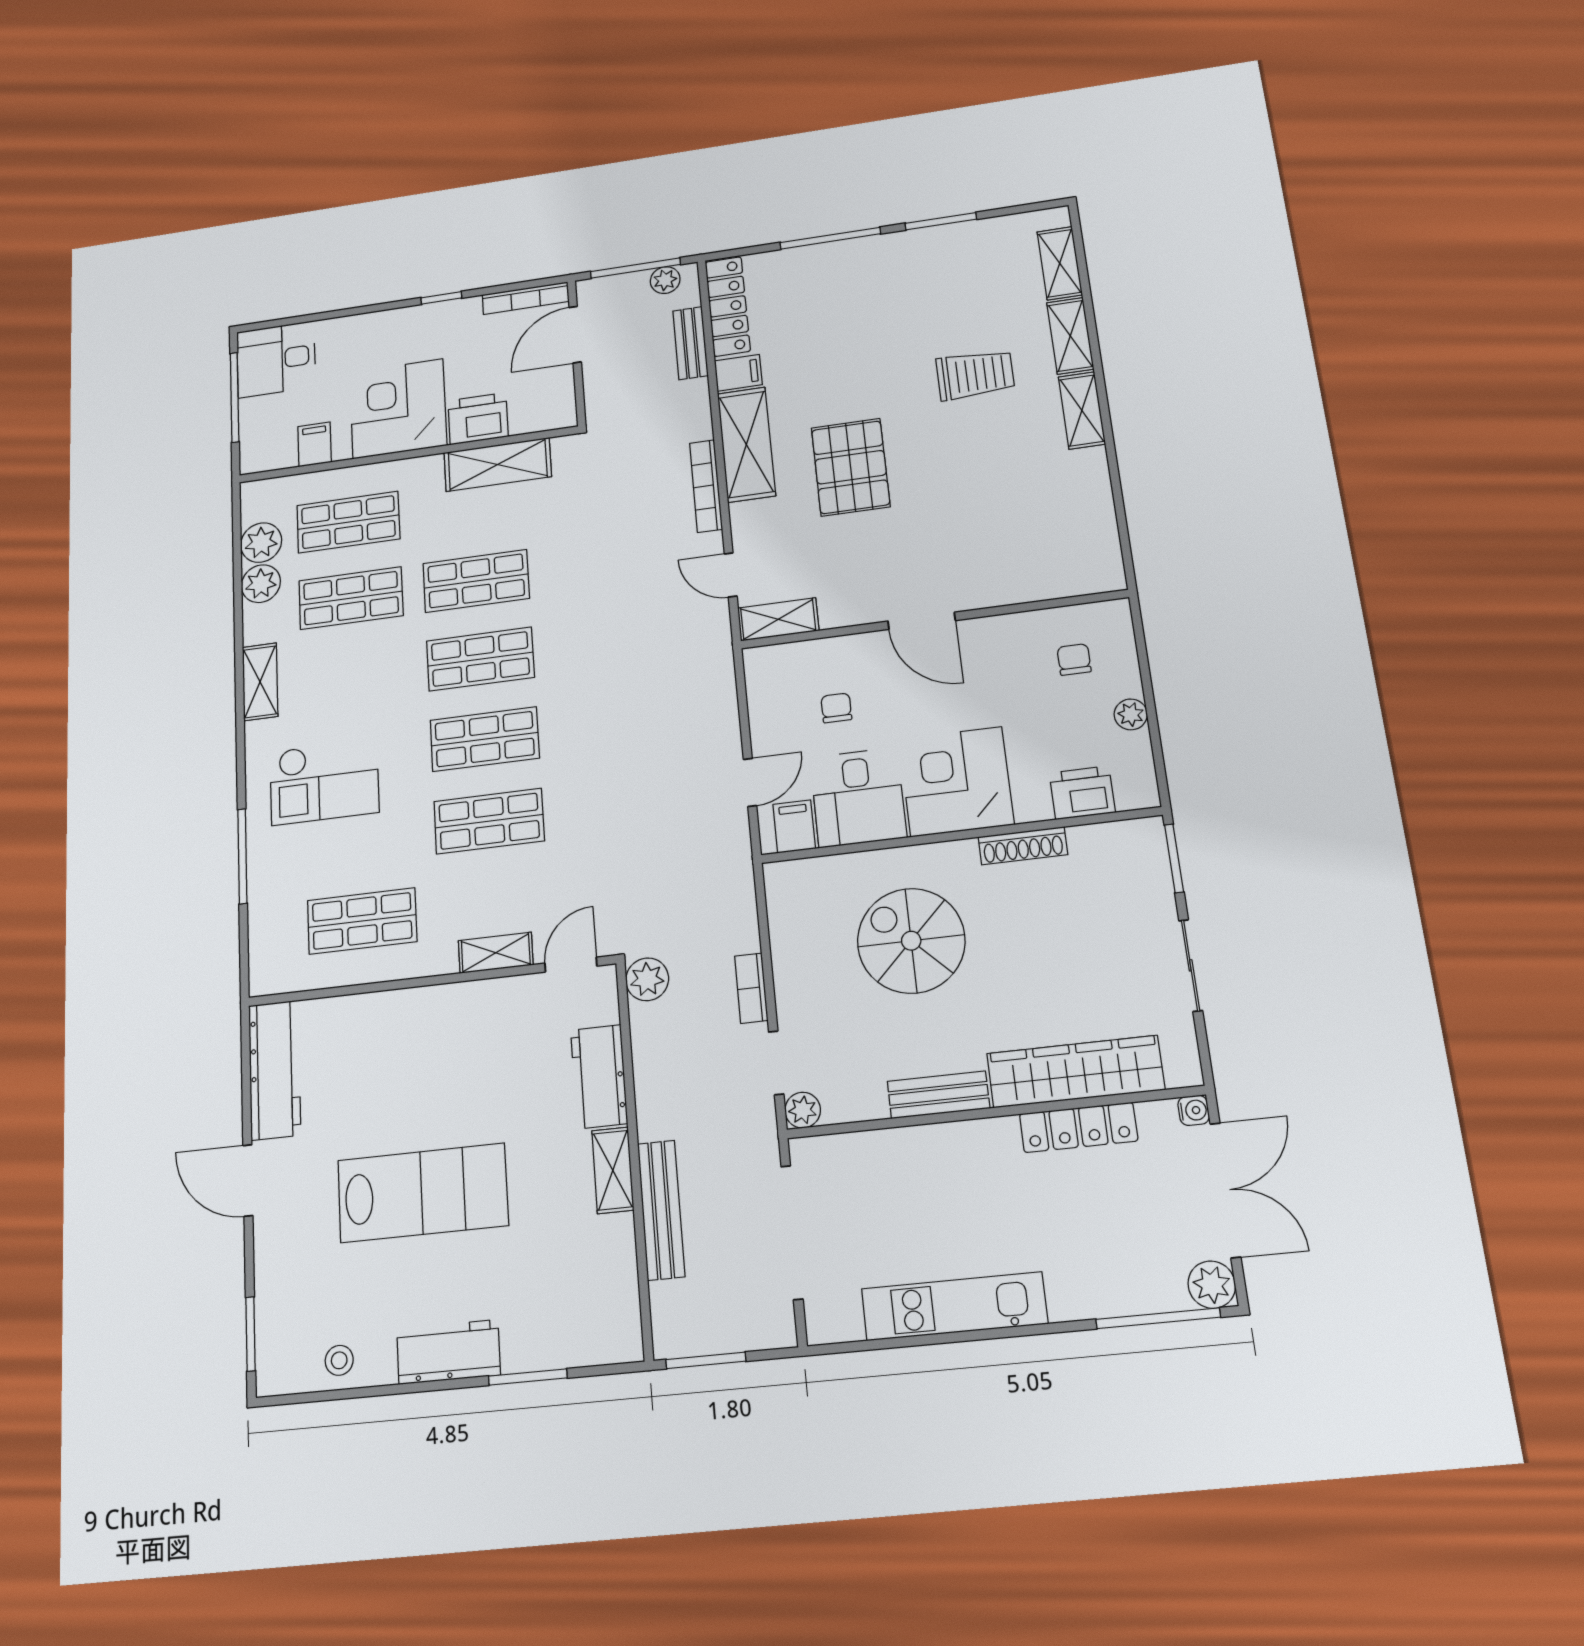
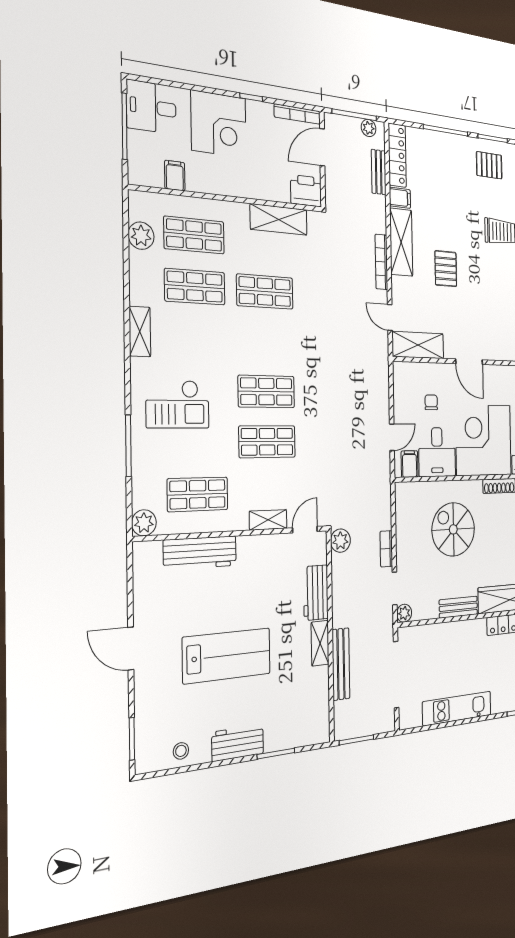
pallet: (937, 268) -> (489, 165), added
corner desk: (398, 409) -> (219, 124), moved, turned 180
printer: (478, 419) -> (306, 191), moved
pallet: (851, 467) -> (446, 269), width x0.67, depth x0.71
plant: (261, 584) -> (144, 523), moved
shelving: (778, 619) -> (418, 345), width x1.50, depth x1.33
shop shelf: (480, 659) -> (266, 342), removed
corner desk: (956, 782) -> (484, 440), width x1.36, depth x1.36
workbench: (275, 1070) -> (200, 553), moved, turned 90

